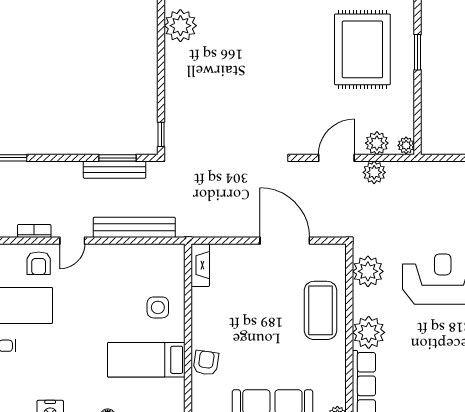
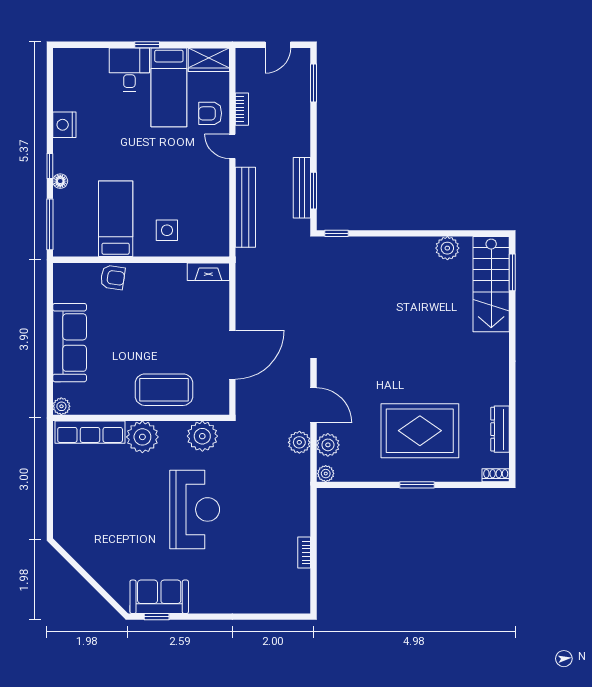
plant: (180, 26) -> (447, 248), width x0.73, depth x0.73

